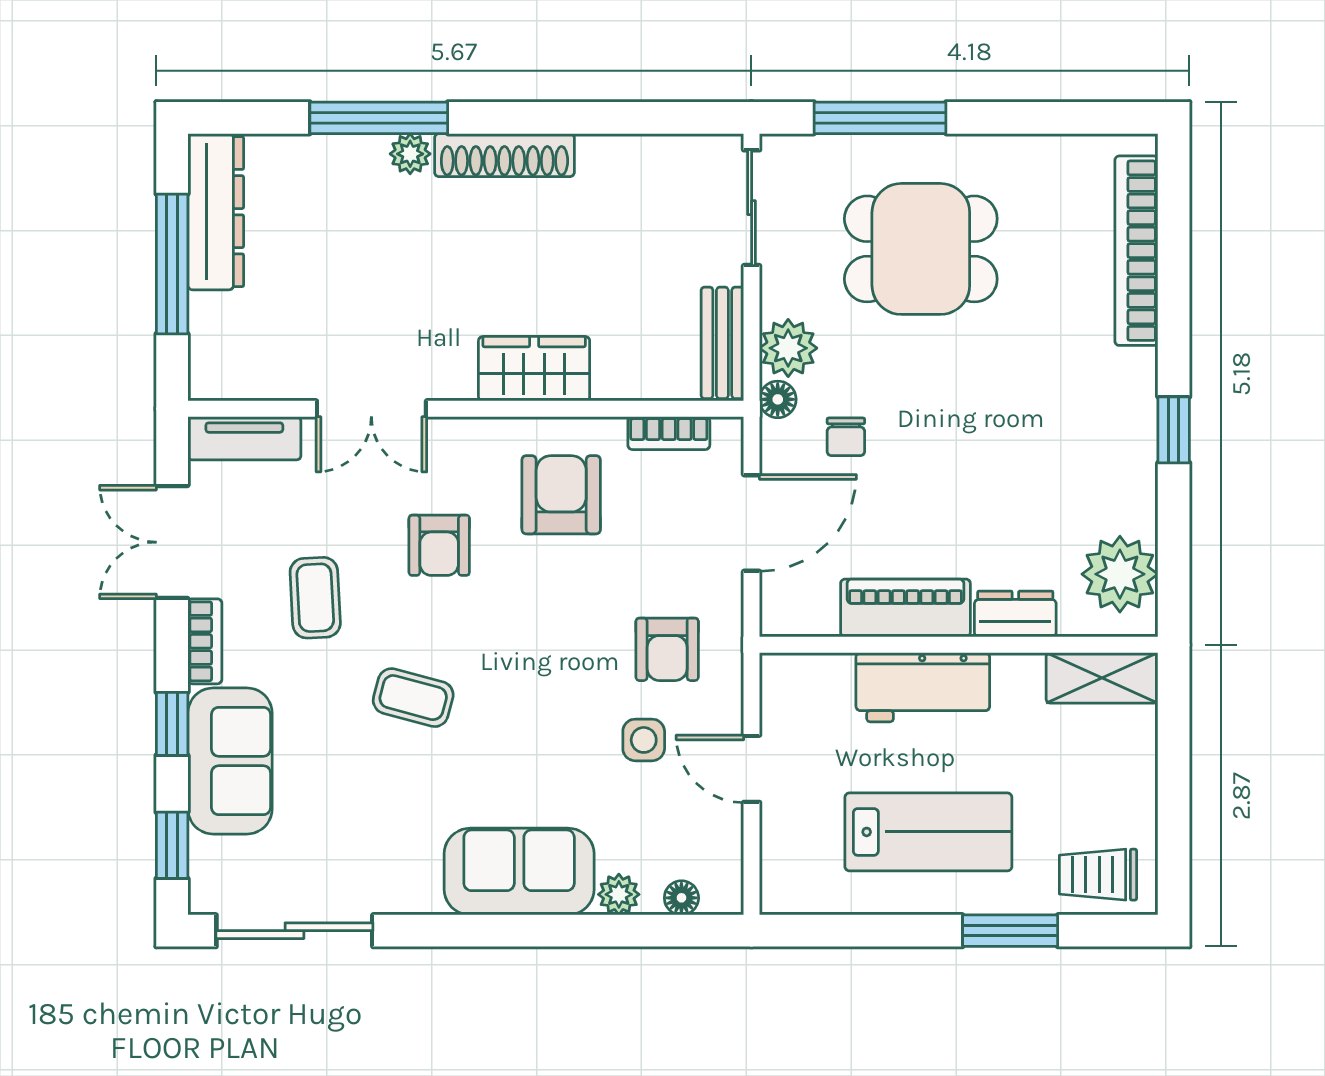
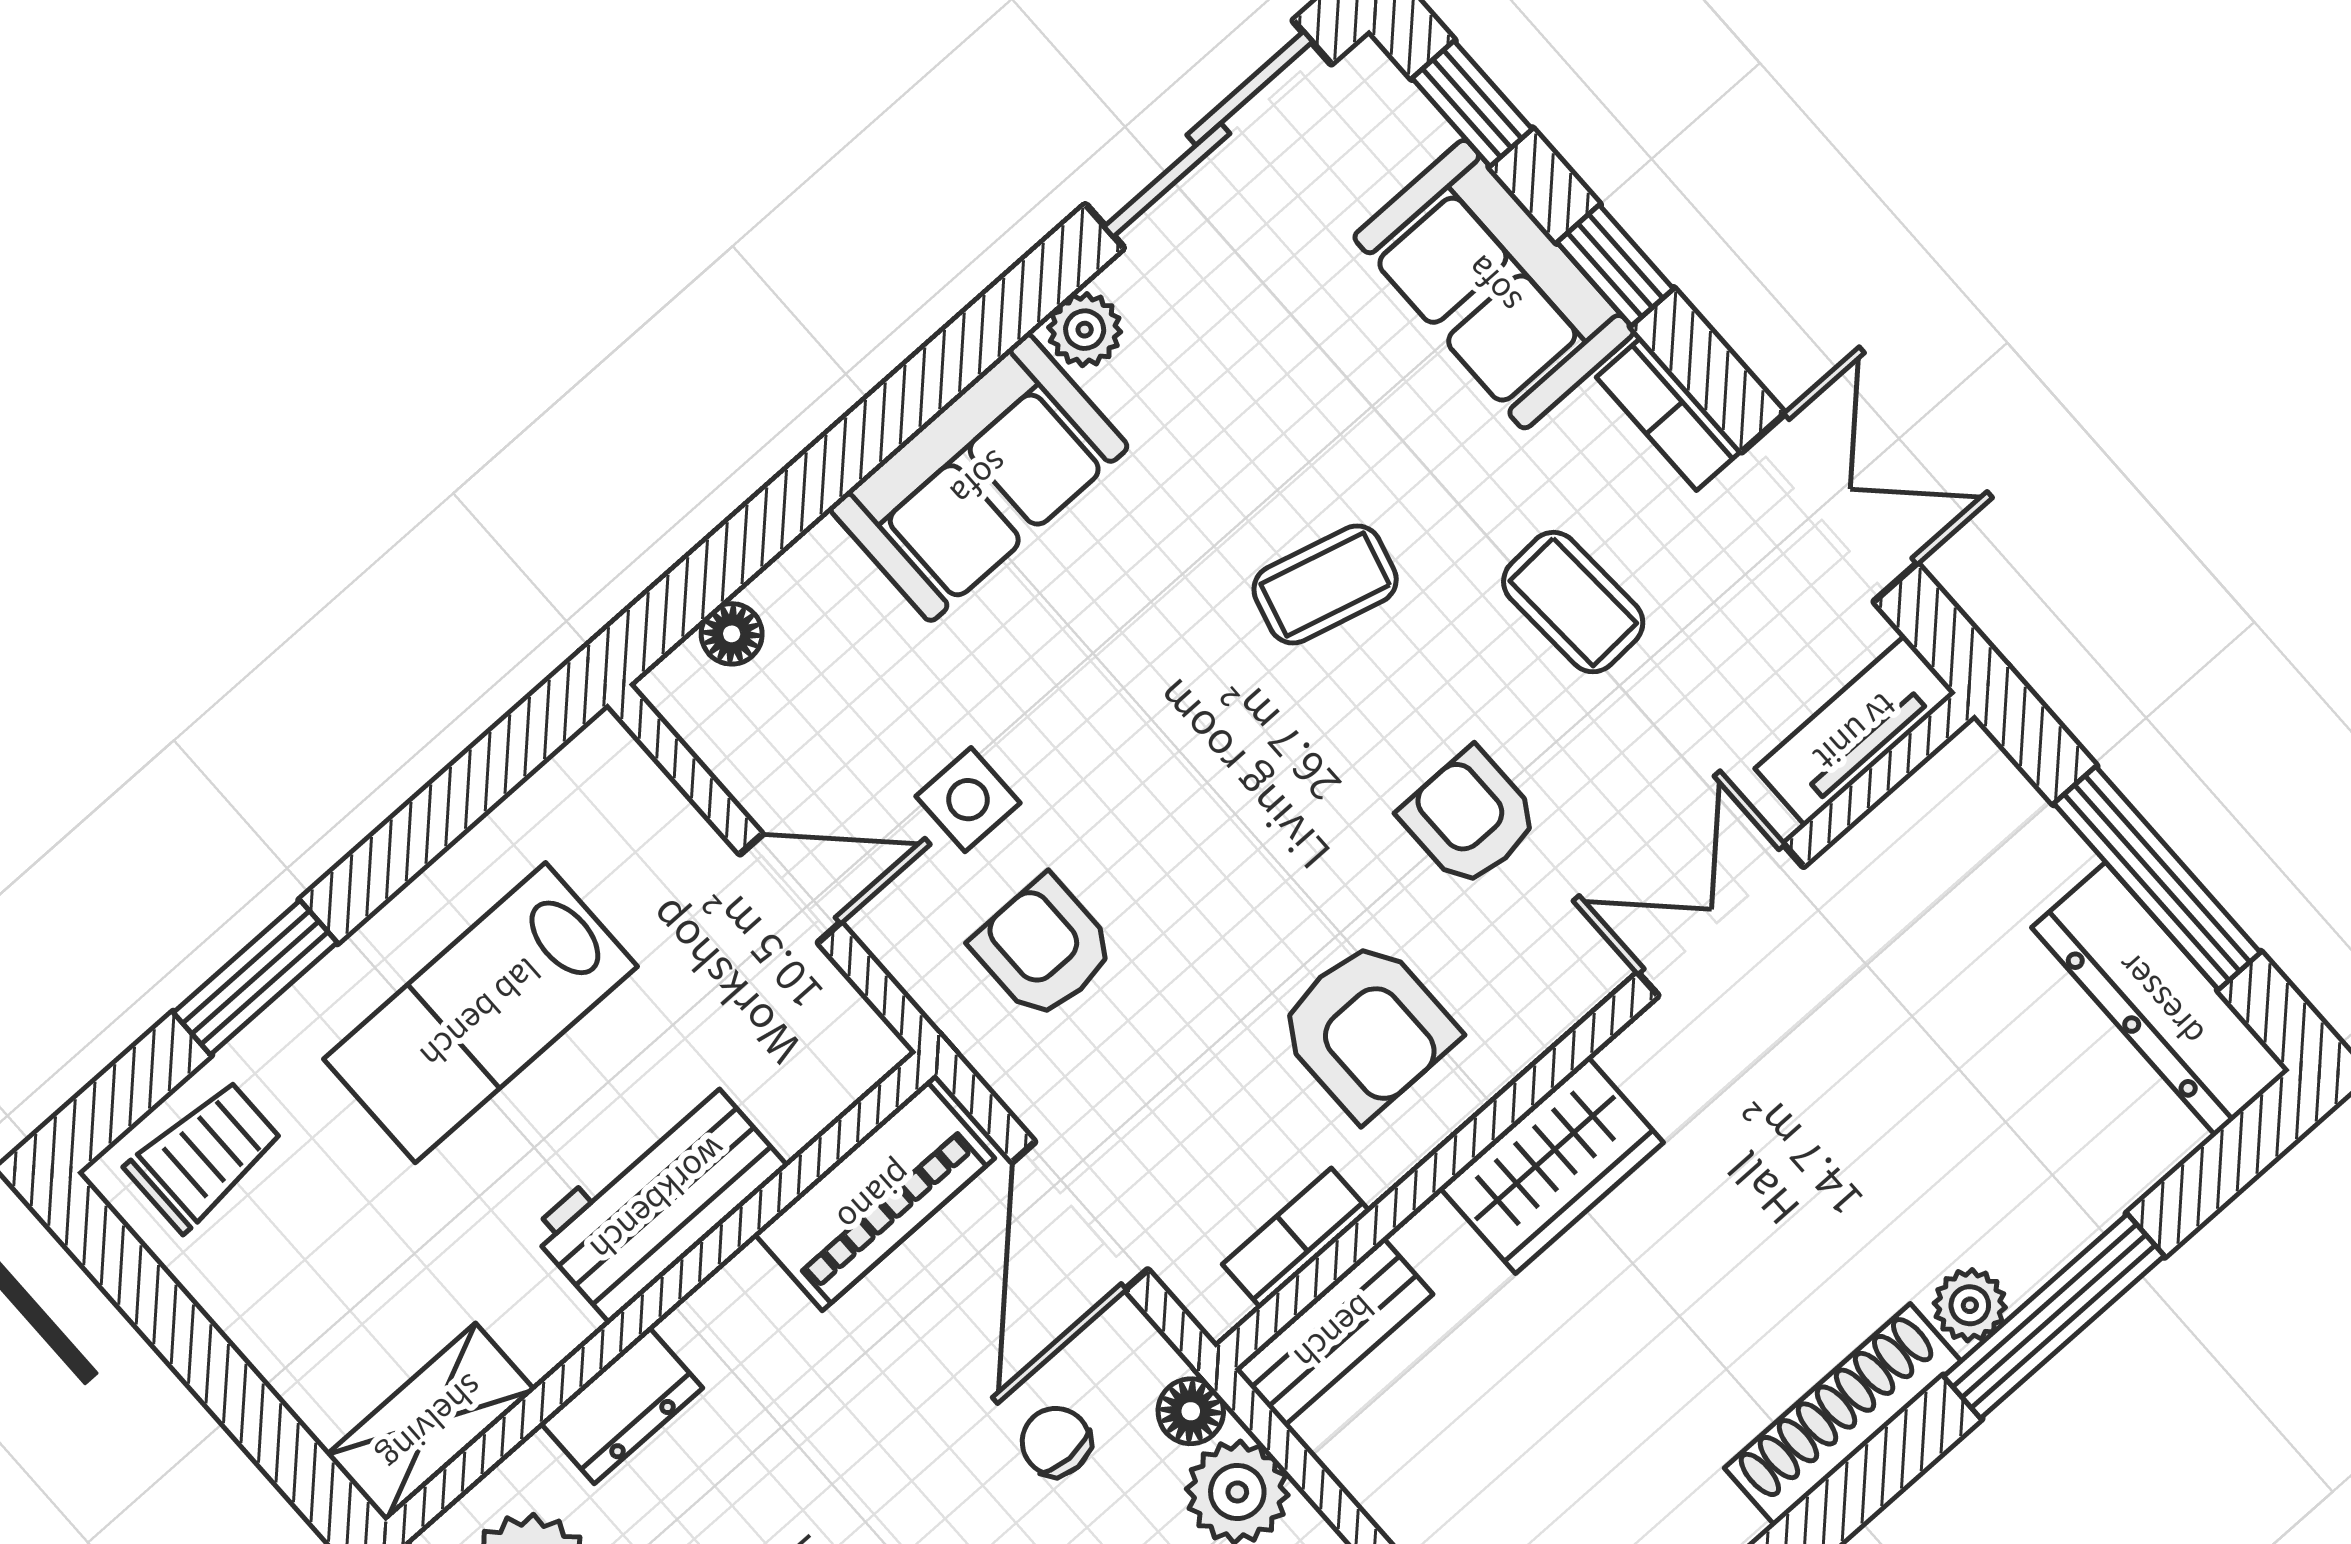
bench: (722, 343) -> (1334, 1332), moved, turned 90
piano: (905, 608) -> (874, 1196), moved
plant: (619, 894) -> (1085, 330), moved

